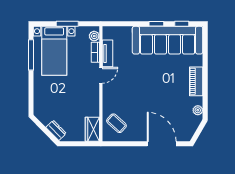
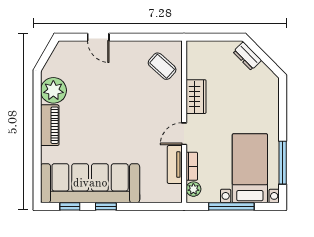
window: (67, 24) -> (231, 206), width x1.44
plant: (198, 110) -> (53, 90), width x1.88, depth x1.88
wardrobe: (92, 129) -> (196, 97), moved
door: (162, 144) -> (98, 37), width x0.53

